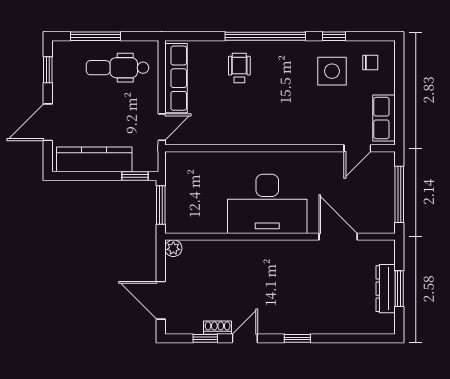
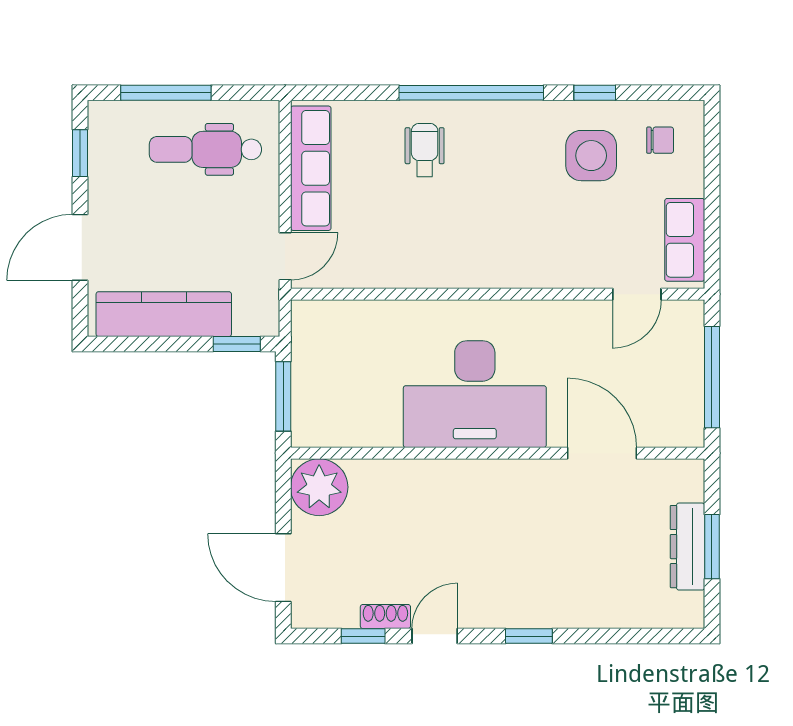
plant: (173, 248) -> (319, 487), width x1.87, depth x1.87

